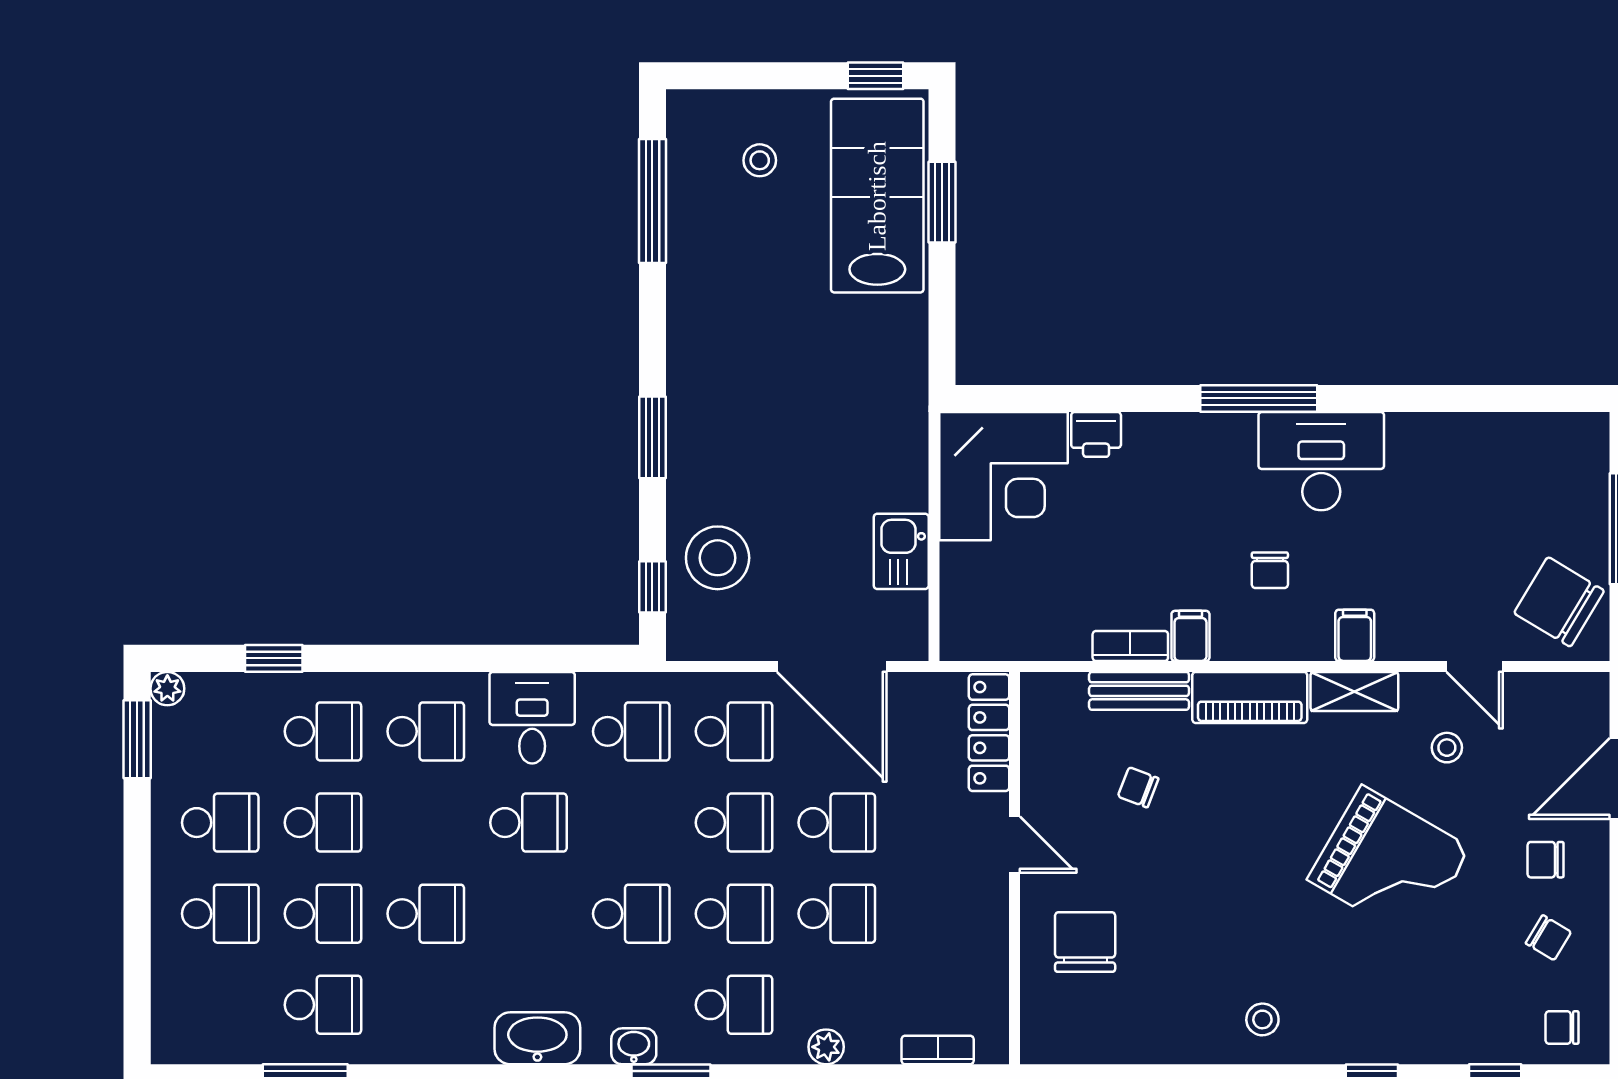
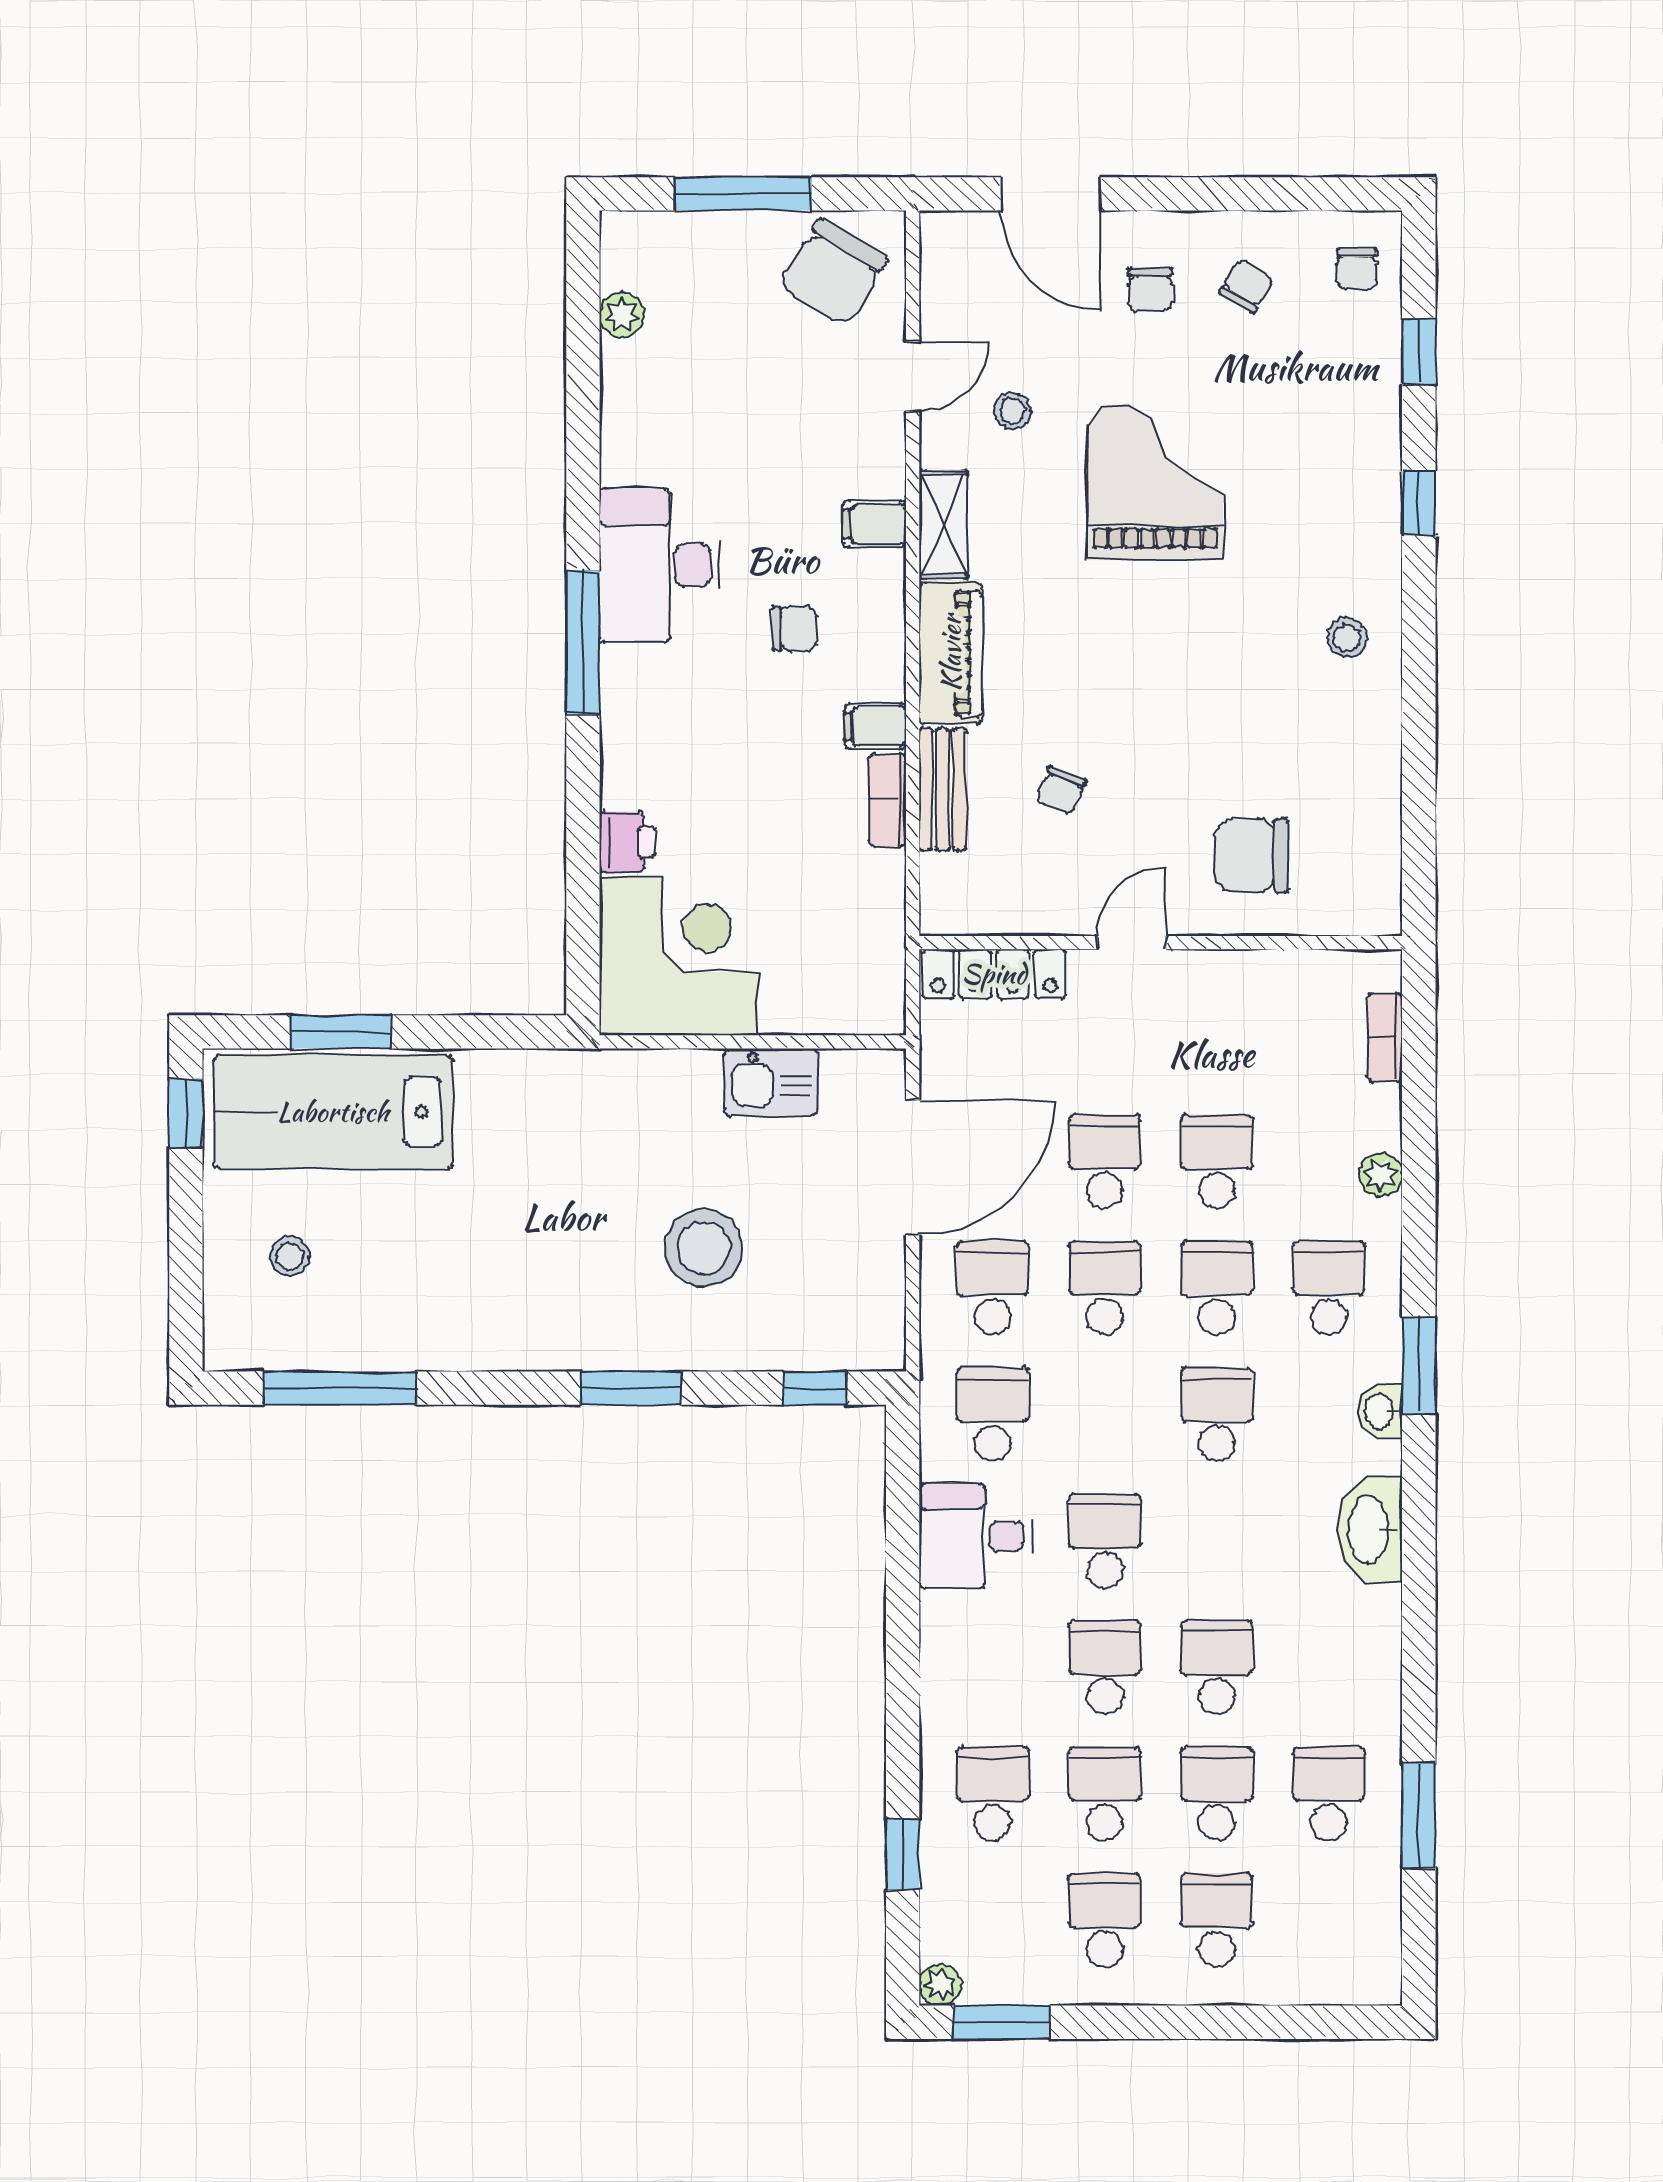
plant: (1525, 430) -> (622, 315), added
stool: (718, 558) -> (704, 1248), moved
school desk: (426, 731) -> (1105, 1667), moved
grand piano: (1389, 864) -> (1155, 482), turned -30

